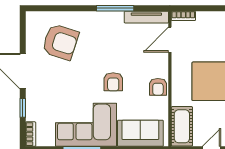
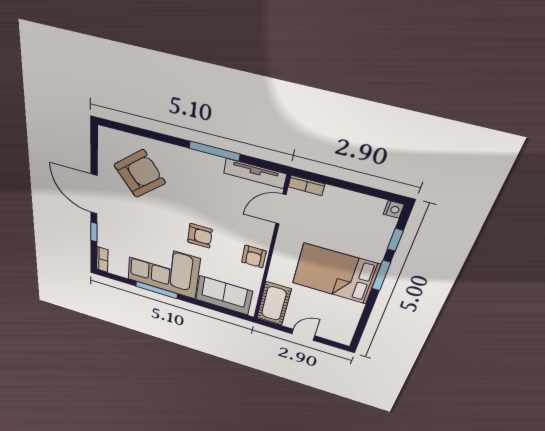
armchair: (60, 42) -> (140, 174), turned -58
armchair: (113, 82) -> (200, 236), turned -90

